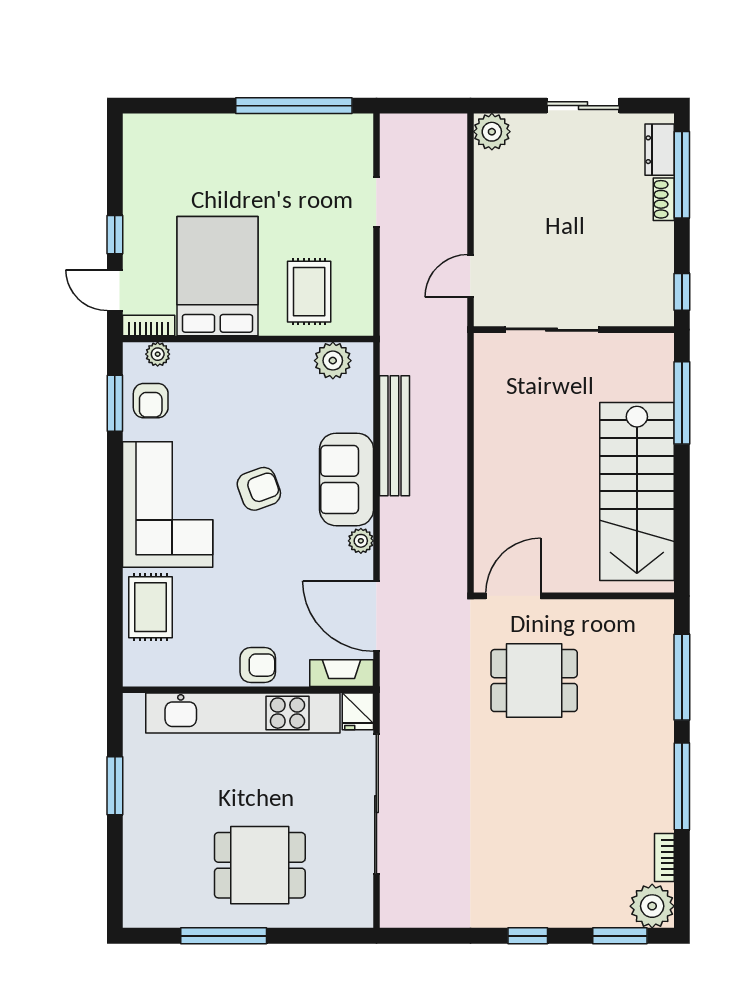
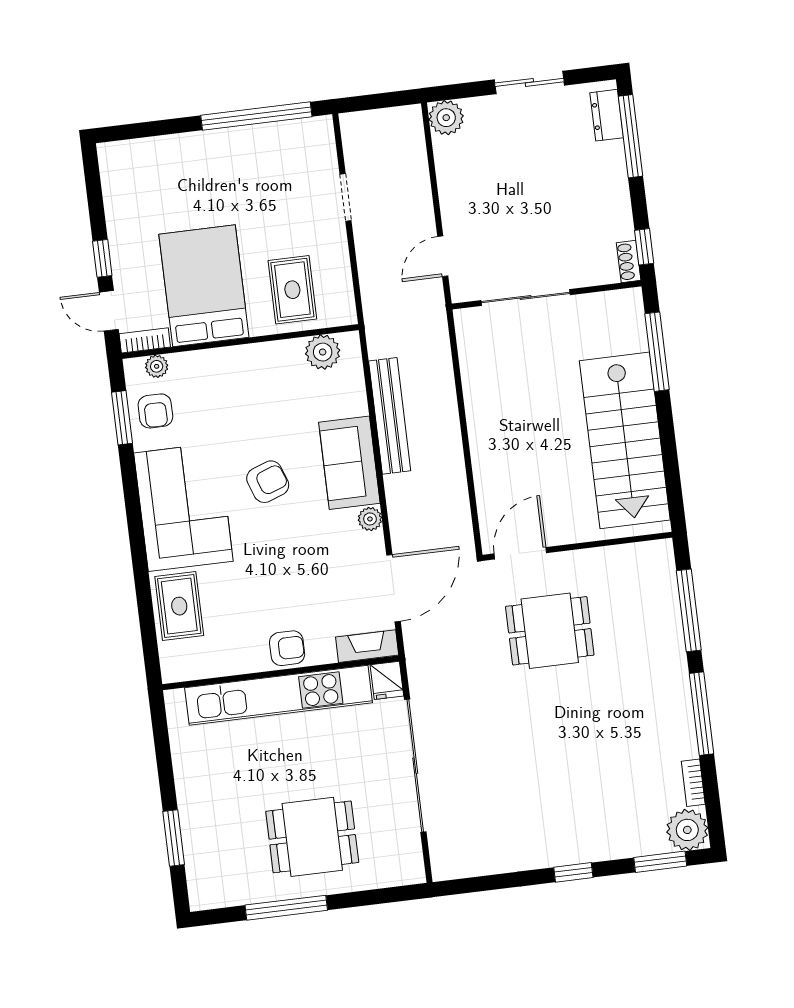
shoe rack: (664, 199) -> (629, 261), moved
door: (376, 616) -> (393, 588), swing flipped
window: (115, 786) -> (174, 838), moved

